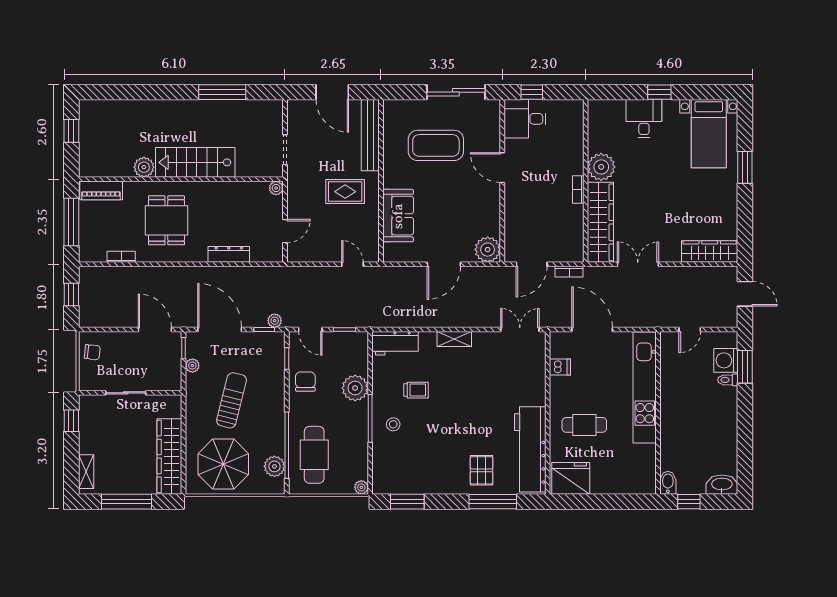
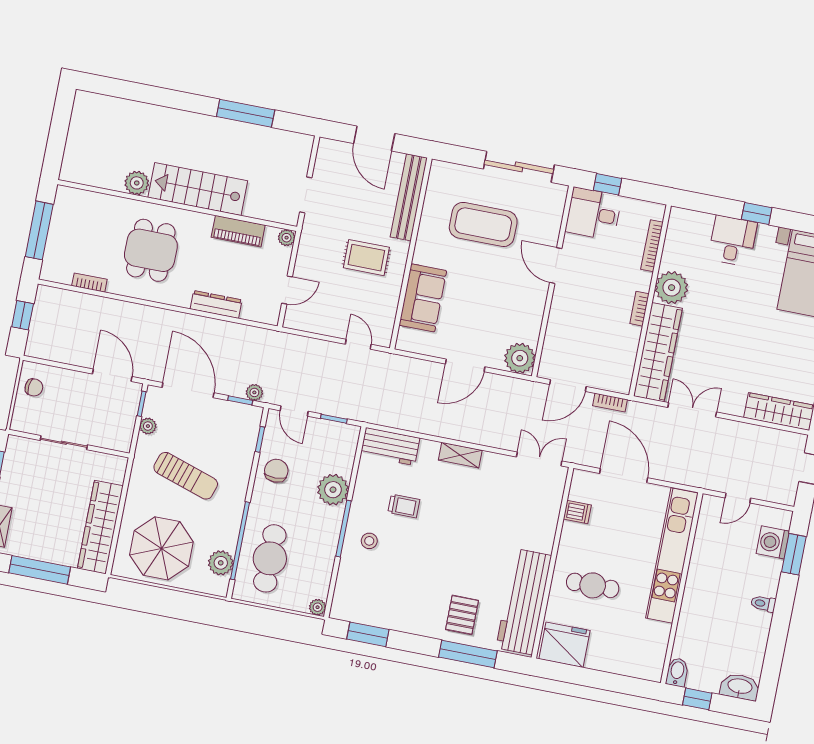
window: (71, 131) -> (60, 124), removed
bookcase: (578, 136) -> (652, 246), added
piano: (101, 190) -> (238, 231), moved
toilet: (728, 380) -> (763, 604), moved
sun lounger: (232, 400) -> (186, 476), turned 94

